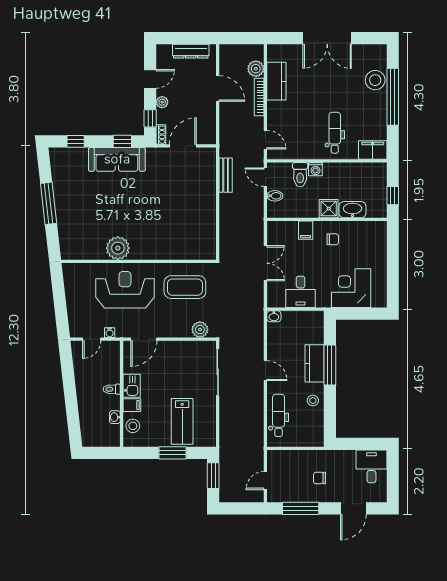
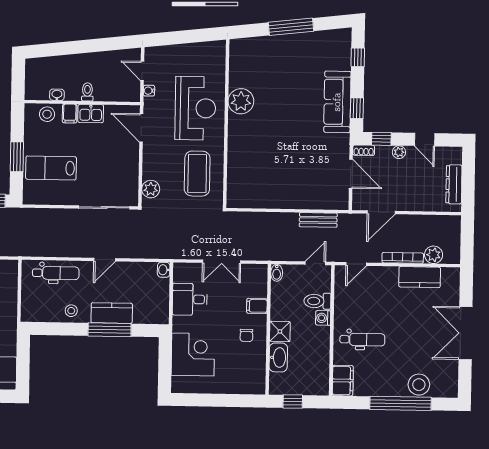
door: (218, 88) -> (381, 212), moved
bidet: (275, 196) -> (277, 273), moved

